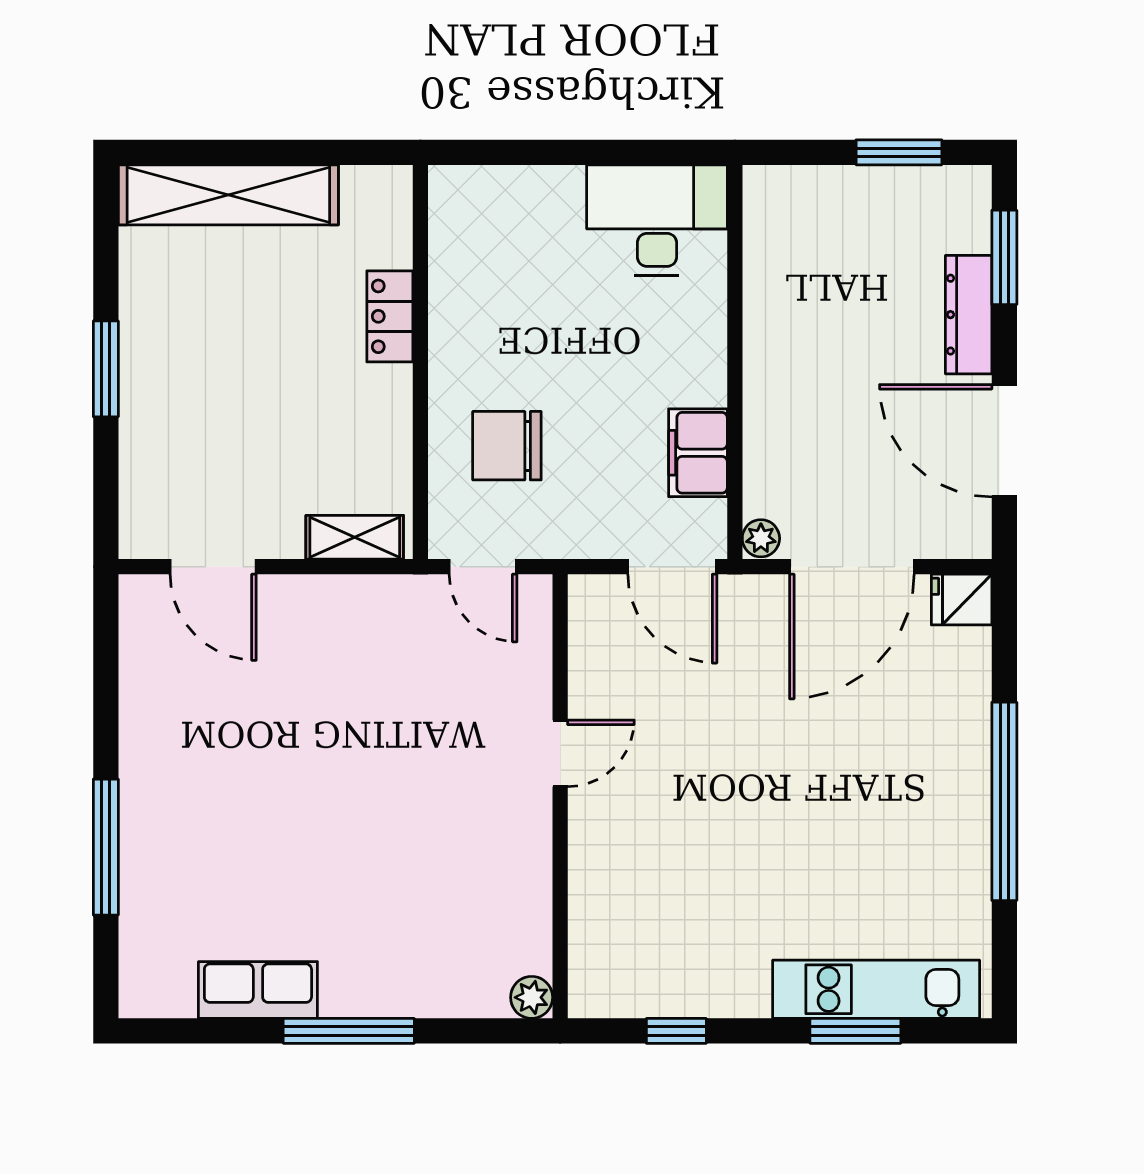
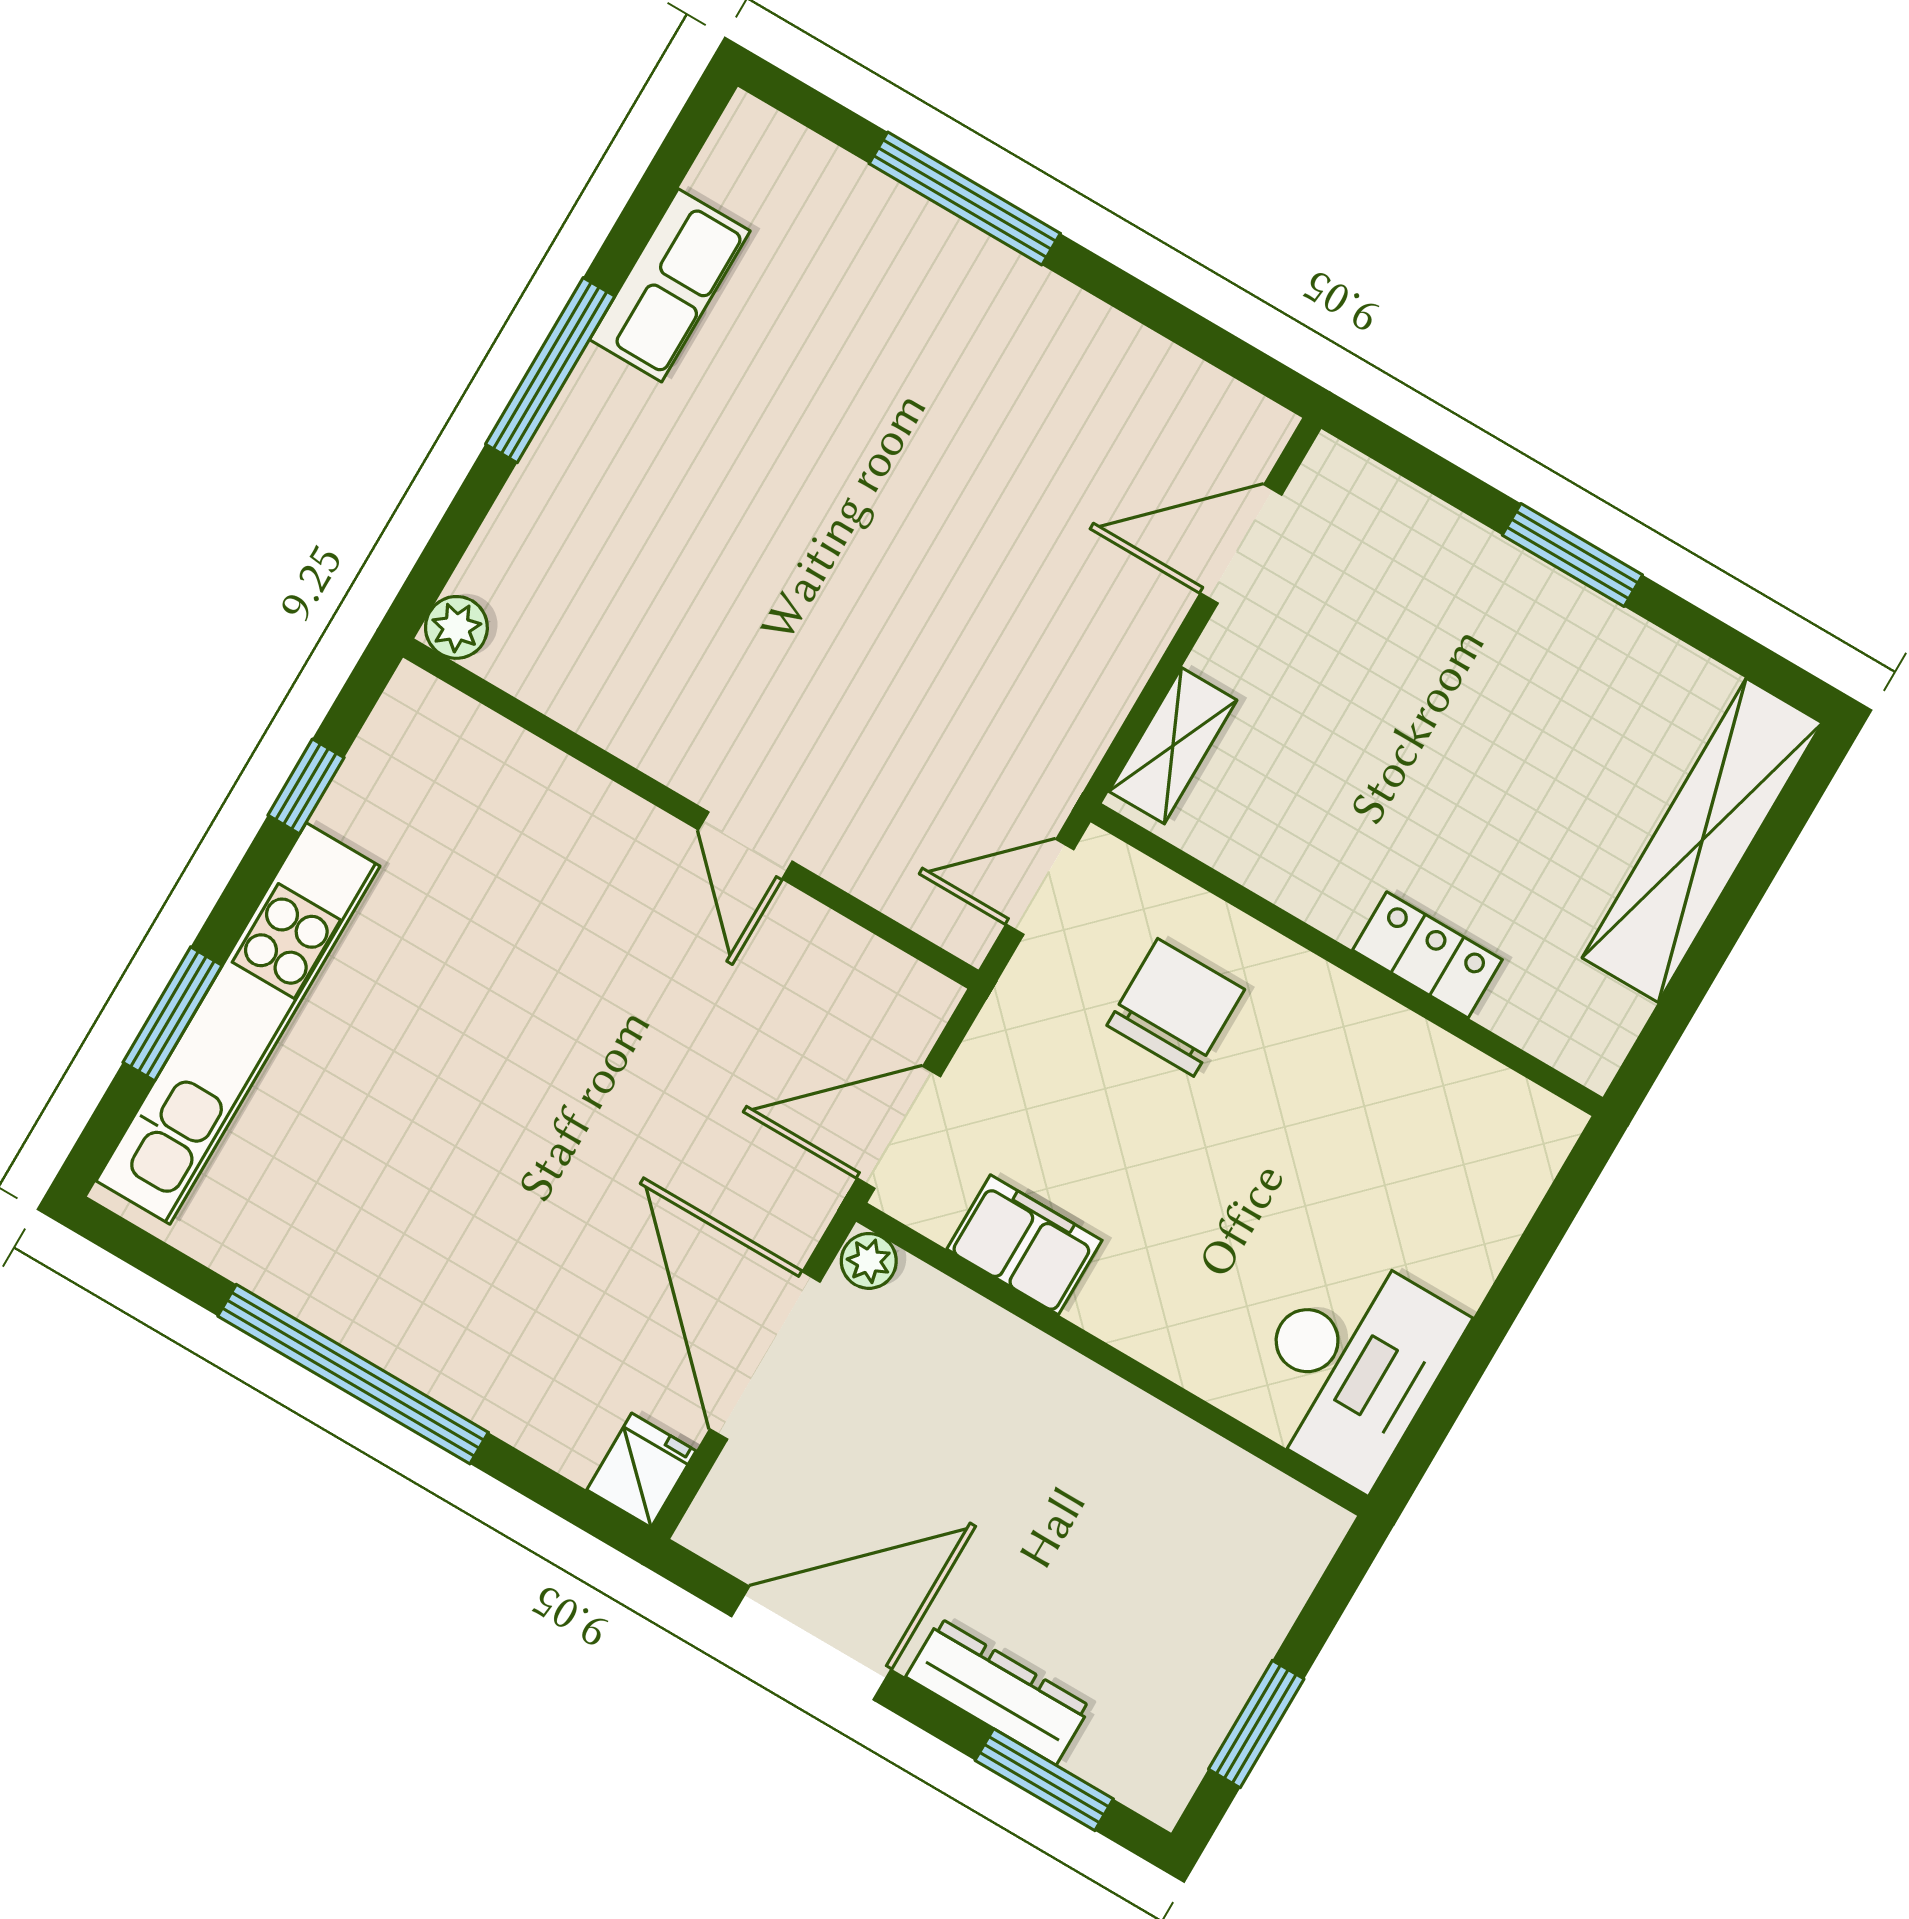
kitchen unit: (876, 989) -> (238, 1023), width x1.36

